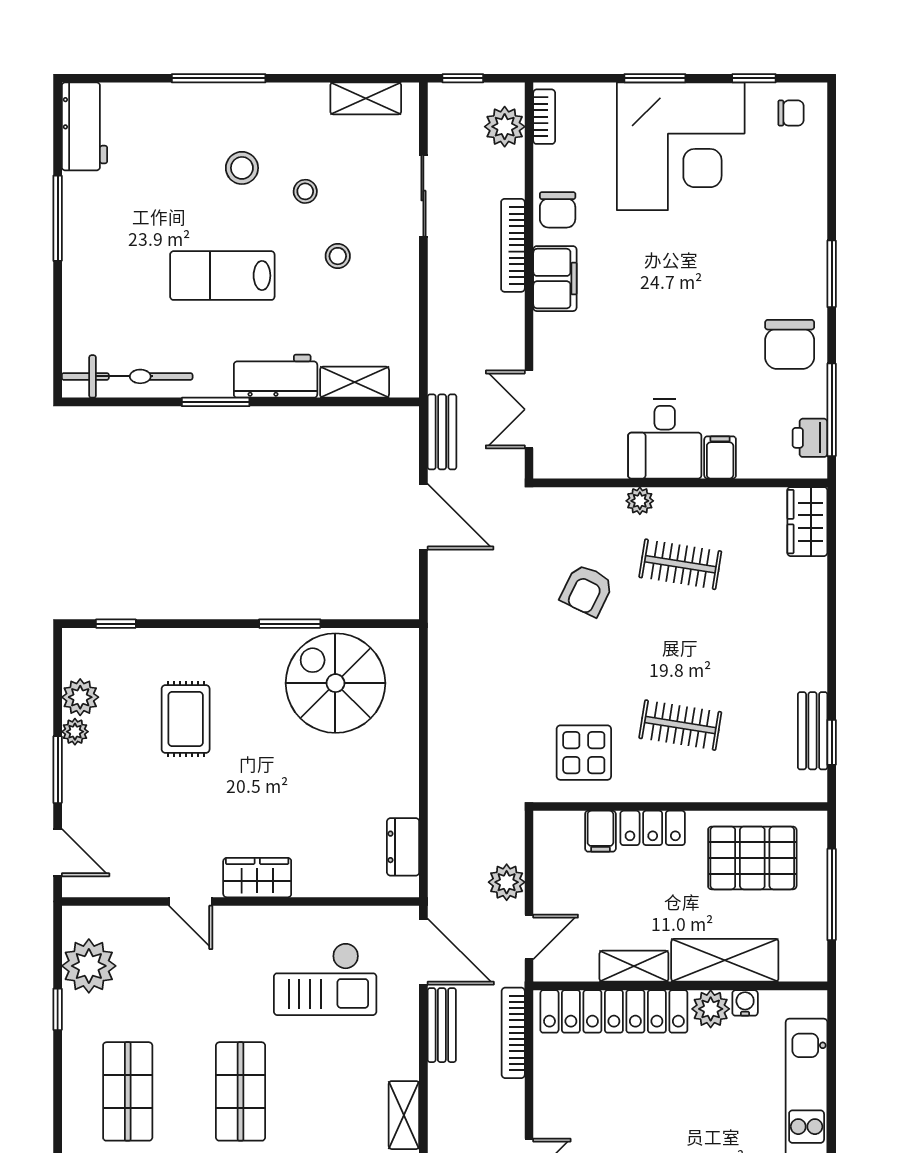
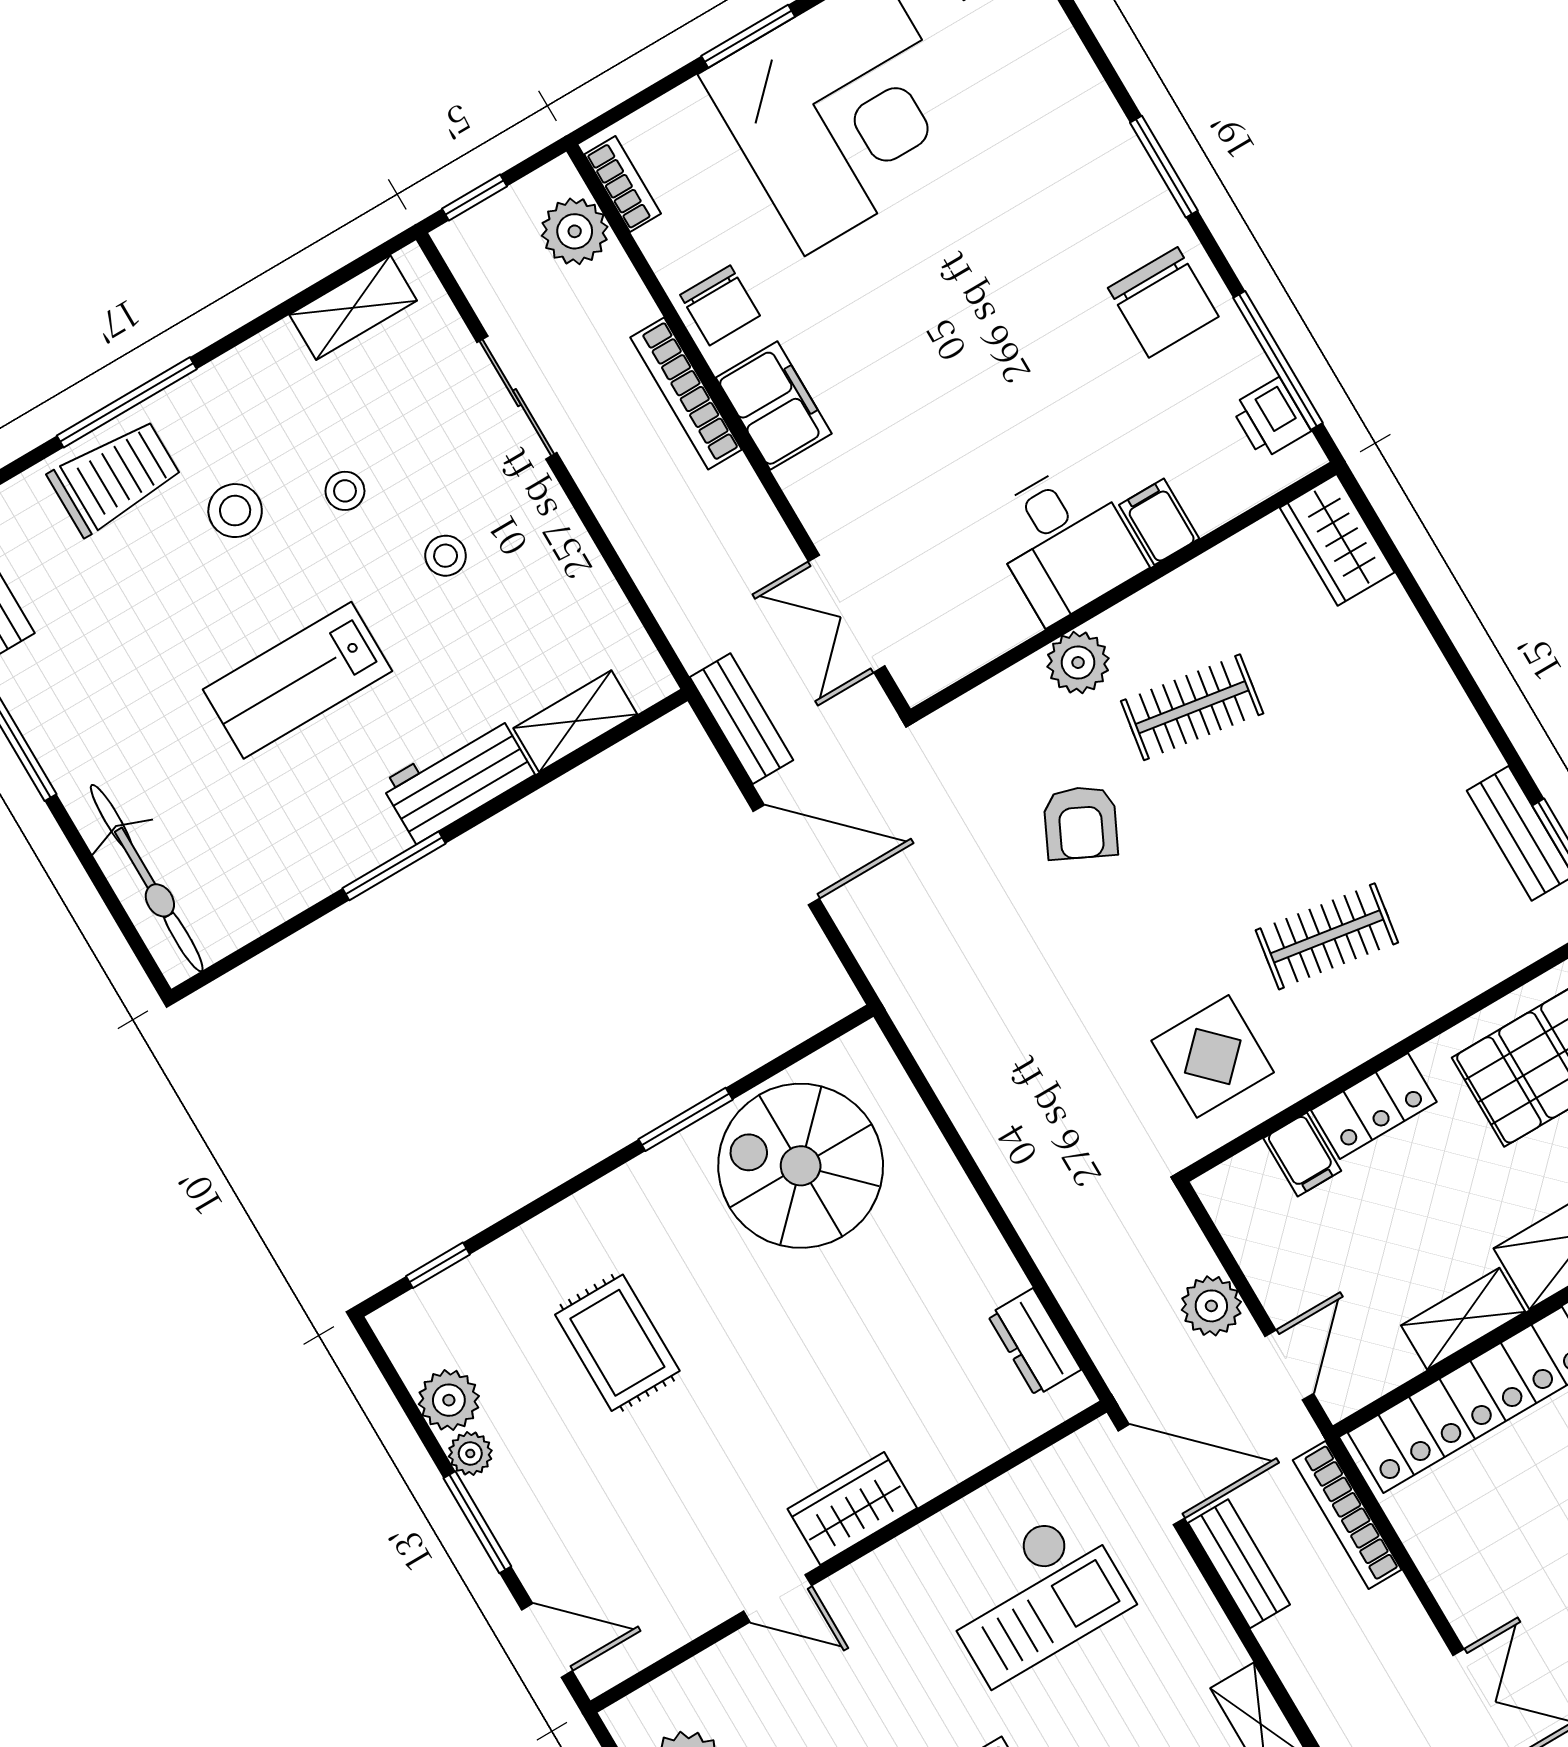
trolley: (189, 114) -> (115, 477), added
bicycle: (127, 376) -> (147, 878), moved, turned 90
plant: (640, 501) -> (1078, 662), width x1.38, depth x1.38

